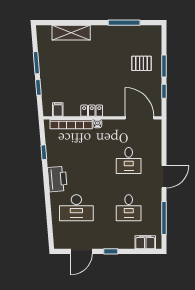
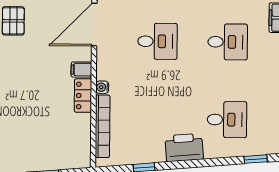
filing cabinet: (58, 110) -> (81, 70), moved
desk: (76, 208) -> (227, 120), width x0.73
window: (50, 227) -> (256, 159), added

